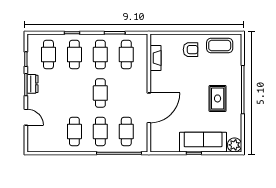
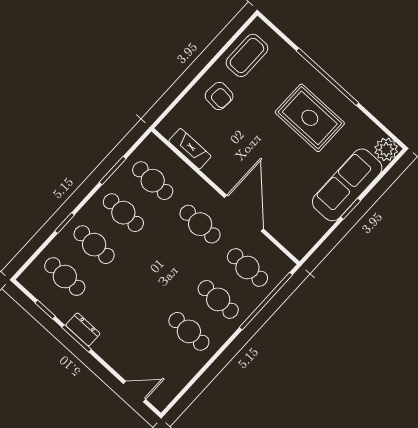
armchair: (190, 50) -> (219, 96), turned 95
cafe table: (100, 93) -> (200, 224), moved
rug: (218, 98) -> (310, 118), width x1.36, depth x1.43
door: (26, 117) -> (135, 391), moved

